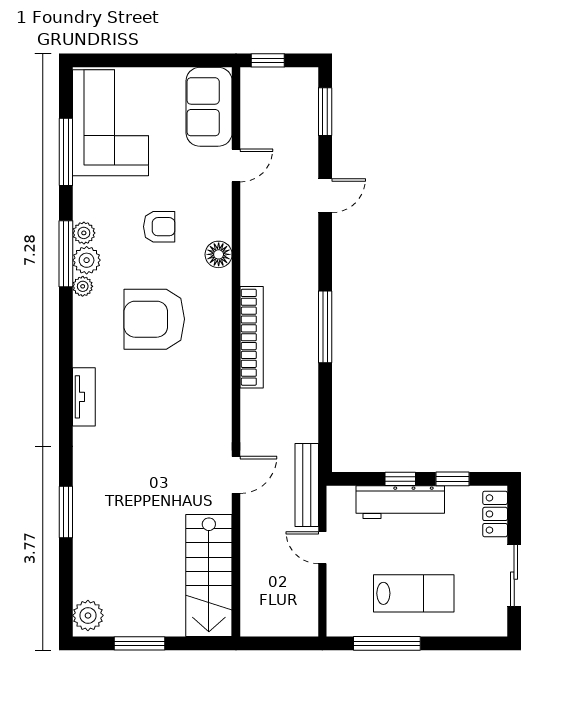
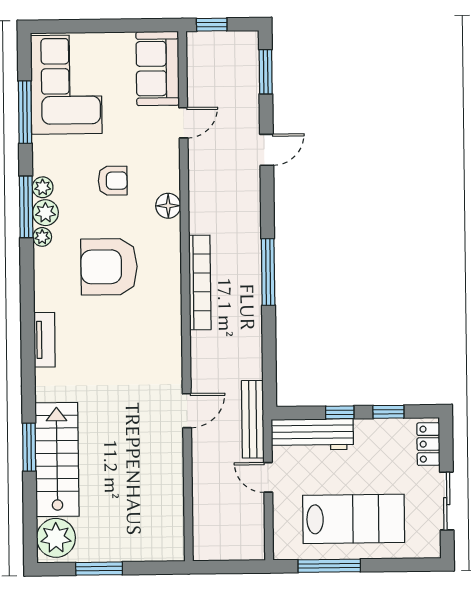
workbench: (400, 502) -> (312, 434), moved
stairs: (209, 576) -> (57, 460), moved, turned 180
lab bench: (414, 593) -> (354, 519), width x1.36, depth x1.39
plant: (88, 615) -> (56, 538), width x1.36, depth x1.36

